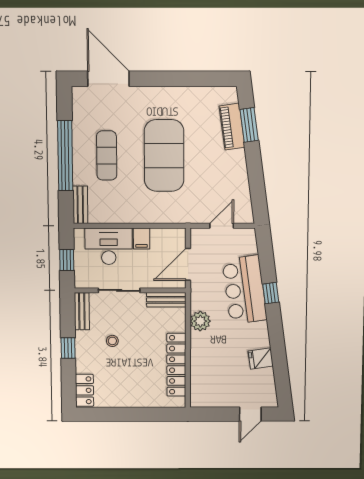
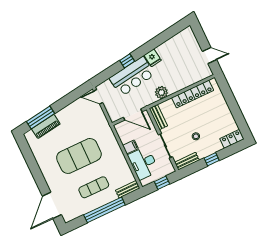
window: (249, 125) -> (40, 118), width x1.44
door: (222, 226) -> (98, 97), moved
fridge: (261, 359) -> (153, 58), moved
door: (250, 414) -> (209, 56), moved

